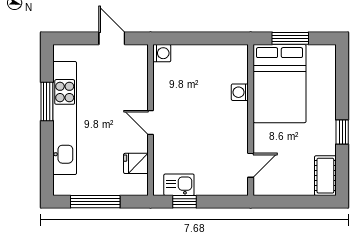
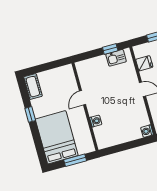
bed: (279, 84) -> (57, 137), moved
door: (251, 165) -> (83, 98), moved

